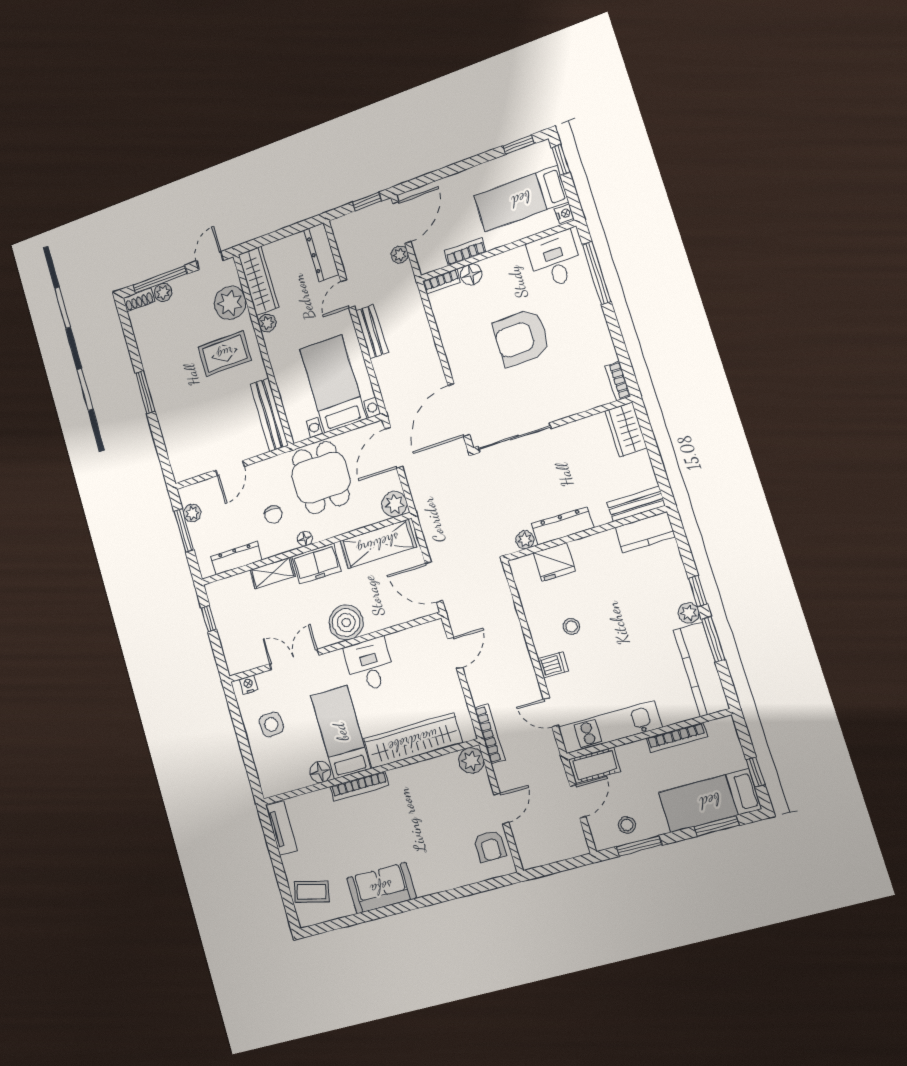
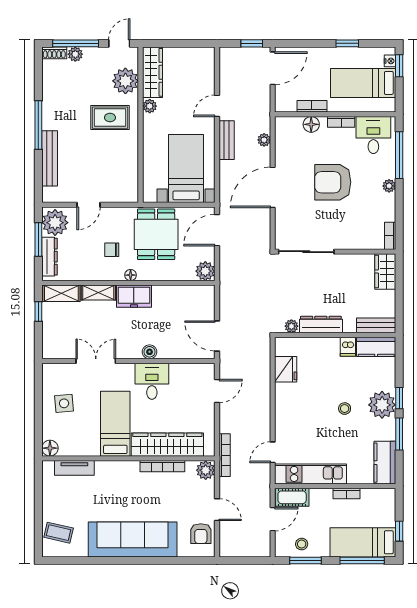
window: (519, 145) -> (347, 43), moved
nightstand: (564, 214) -> (390, 61), moved
dresser: (321, 252) -> (207, 68), removed
plant: (400, 255) -> (264, 140), moved
bookcase: (441, 282) -> (341, 122), moved
plant: (596, 317) -> (389, 186), added
window: (145, 392) -> (38, 125), width x1.44
door: (459, 410) -> (273, 187), moved
bench: (269, 415) -> (50, 158), moved
plant: (192, 513) -> (55, 223), width x1.88, depth x1.88
chair: (273, 514) -> (112, 250), turned 90
shelving: (378, 544) -> (61, 293), moved, width x0.67, depth x0.75
dresser: (236, 558) -> (50, 257), moved, turned 90
fridge: (554, 562) -> (286, 369), moved, turned -90
plant: (689, 613) -> (382, 405), width x1.88, depth x1.88
boiler: (346, 623) -> (150, 352), width x0.54, depth x0.54
stool: (571, 626) -> (345, 409), moved
dishwasher: (553, 665) -> (348, 347), moved, turned 90
kitchen counter: (701, 669) -> (385, 463), width x0.67
nightstand: (248, 685) -> (55, 369), removed
door: (551, 712) -> (273, 452), hinge flipped
bookcase: (677, 737) -> (346, 494), width x0.64
floor lamp: (320, 772) -> (50, 448), moved
bookcase: (359, 786) -> (162, 466), moved
door: (501, 808) -> (217, 510), hinge flipped
window: (717, 826) -> (362, 561), width x1.44
tv unit: (282, 828) -> (74, 468), moved, turned 90
sofa: (381, 888) -> (133, 539), width x1.85, depth x1.27

